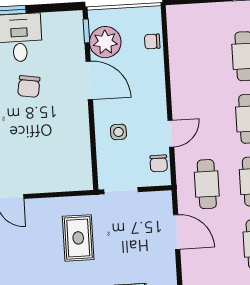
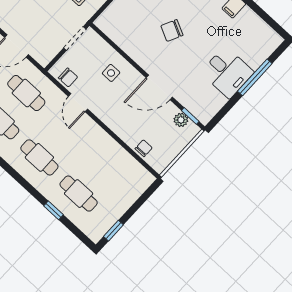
plant: (105, 42) -> (181, 120), width x0.53, depth x0.53
chair: (29, 87) -> (172, 30), moved, turned -73
chair: (159, 163) -> (68, 77), turned 180

